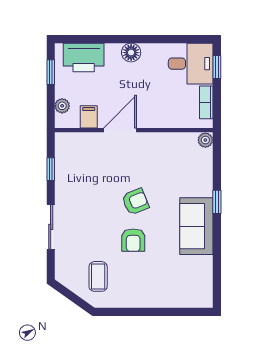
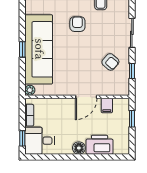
printer: (84, 58) -> (100, 145), moved
window: (51, 72) -> (132, 119), moved
plant: (62, 106) -> (124, 113), removed
armchair: (135, 202) -> (110, 62), moved, turned -117
sofa: (196, 226) -> (39, 49), width x1.85, depth x1.27

